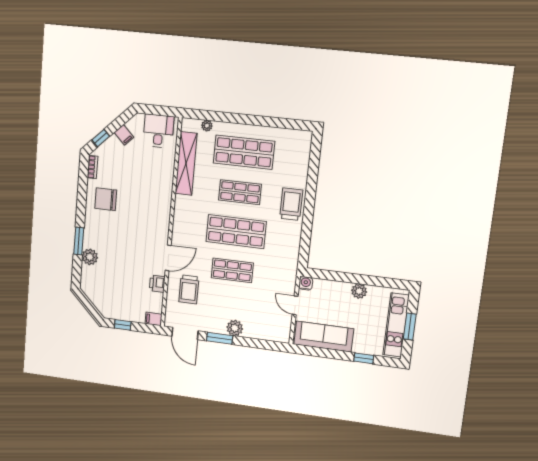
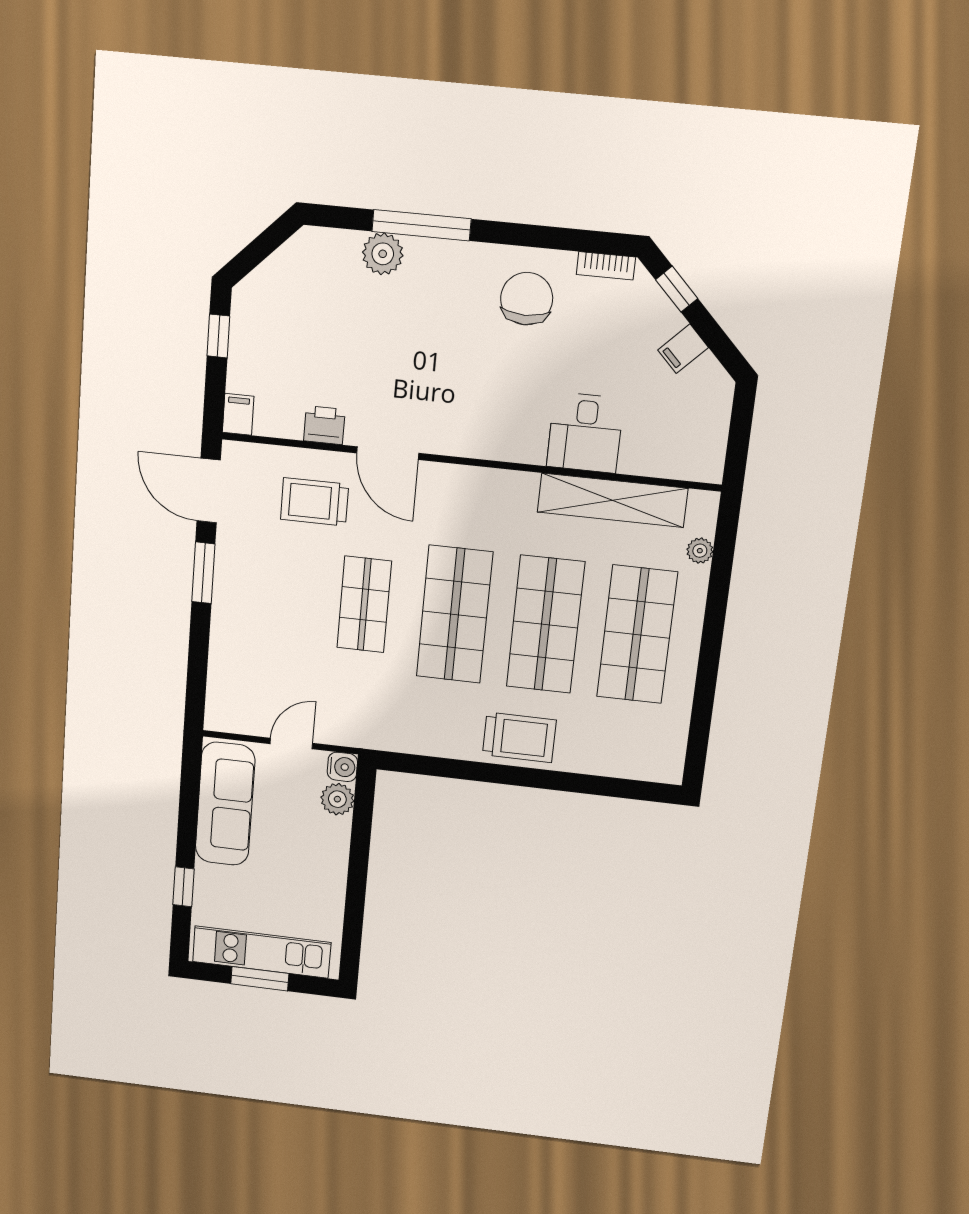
desk: (158, 131) -> (585, 433), moved, turned 90
shop shelf: (240, 192) -> (545, 624), width x1.43, depth x1.36
window: (79, 241) -> (421, 225), width x1.44
plant: (359, 291) -> (337, 799), moved
plant: (235, 328) -> (230, 608), removed
door: (185, 333) -> (209, 491), hinge flipped

